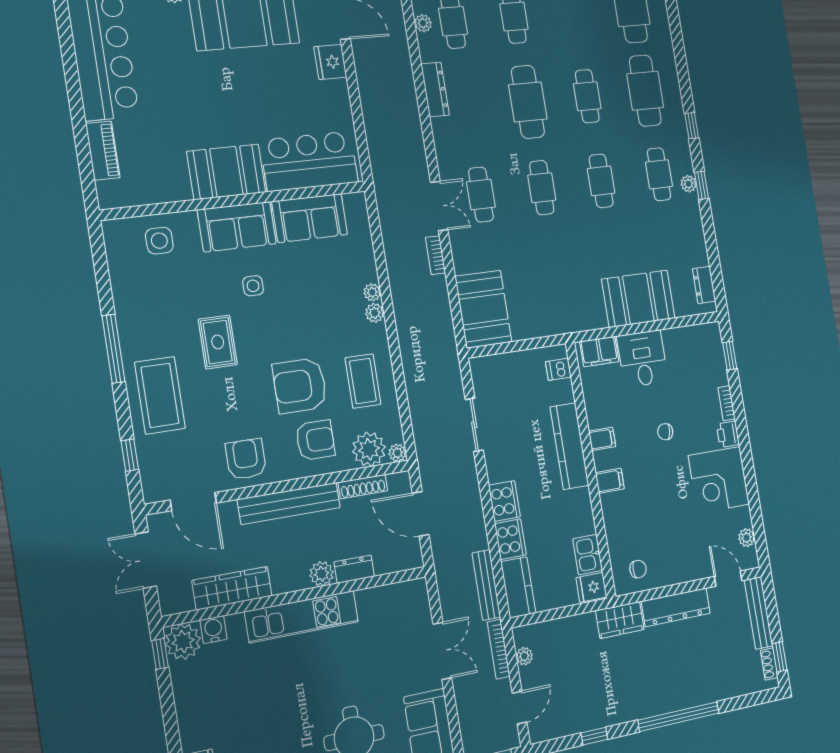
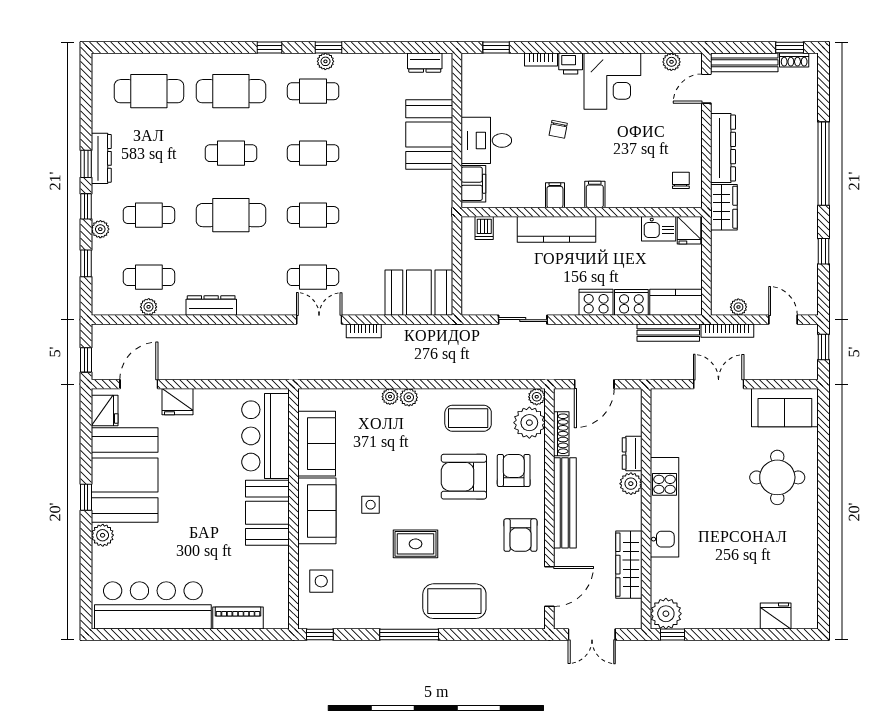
armchair: (300, 386) -> (464, 477), turned 90
window: (130, 455) -> (320, 635), moved
armchair: (246, 459) -> (520, 535), turned -90
water cooler: (213, 630) -> (661, 586), removed

